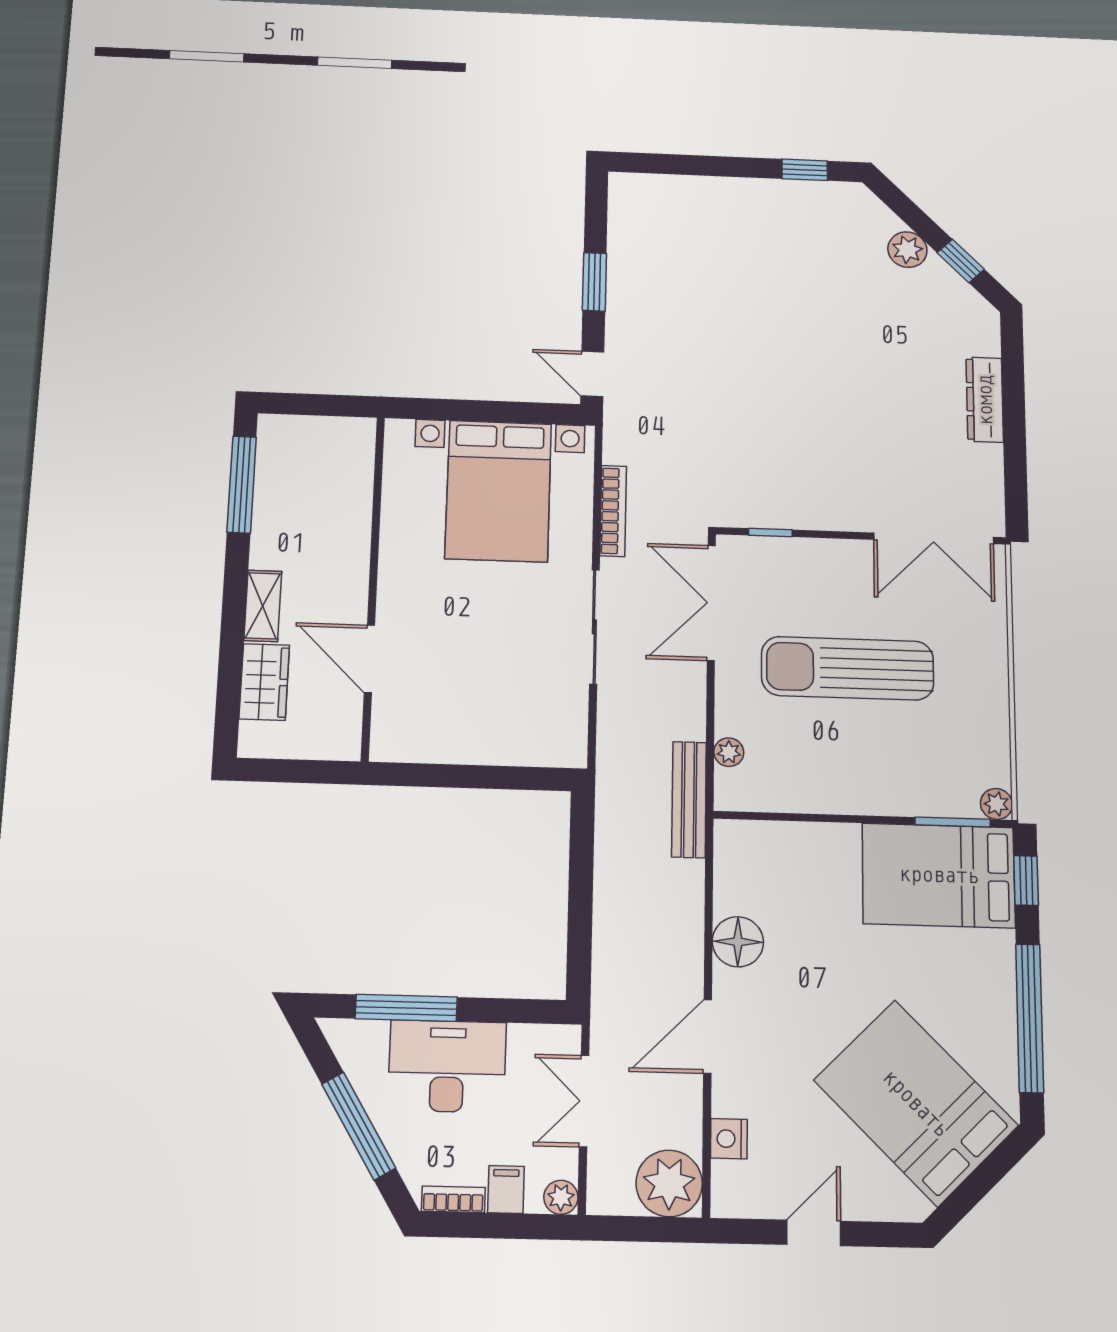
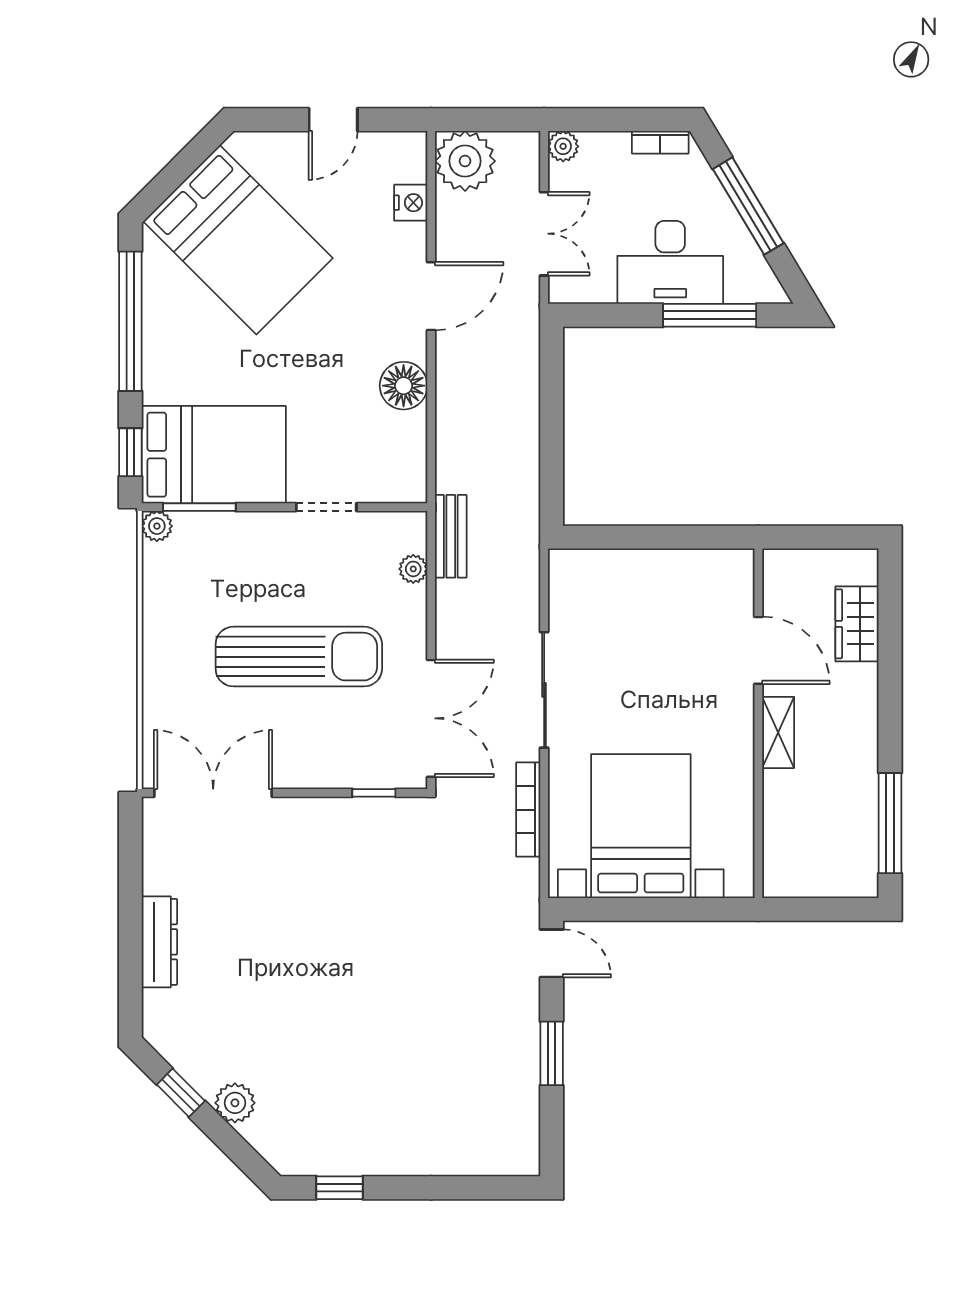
shelving: (263, 606) -> (778, 732), moved
bench: (689, 799) -> (451, 536), width x0.73
doorway: (820, 818) -> (326, 507), added
filing cabinet: (506, 1189) -> (613, 152), removed

